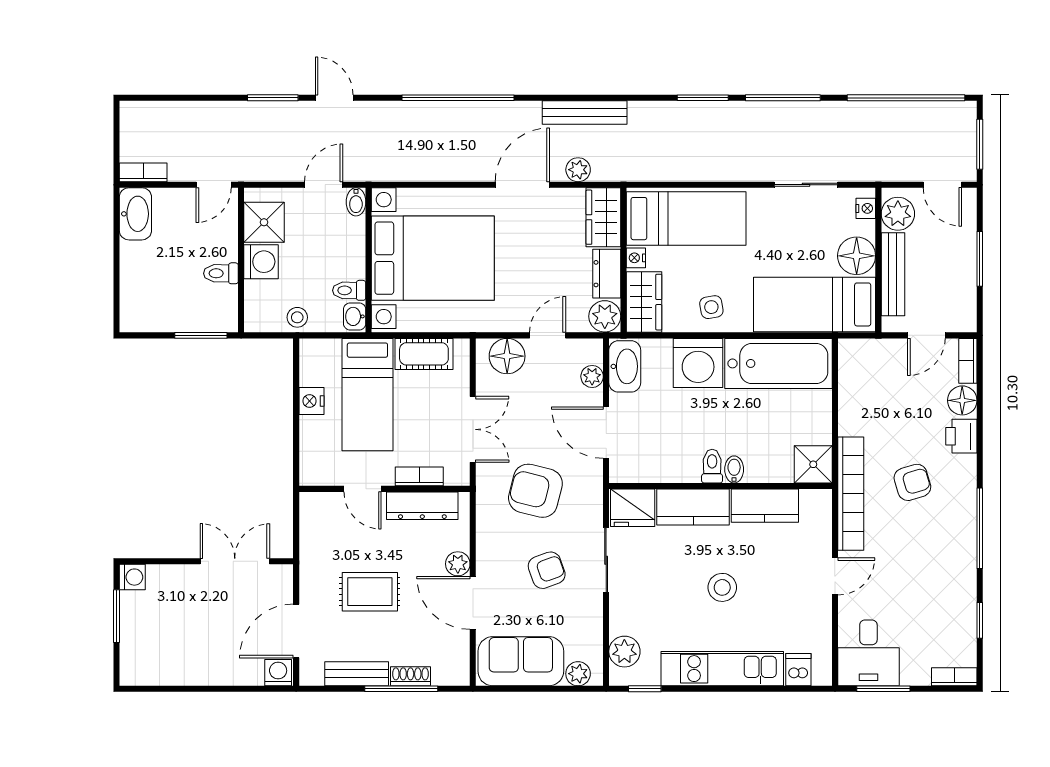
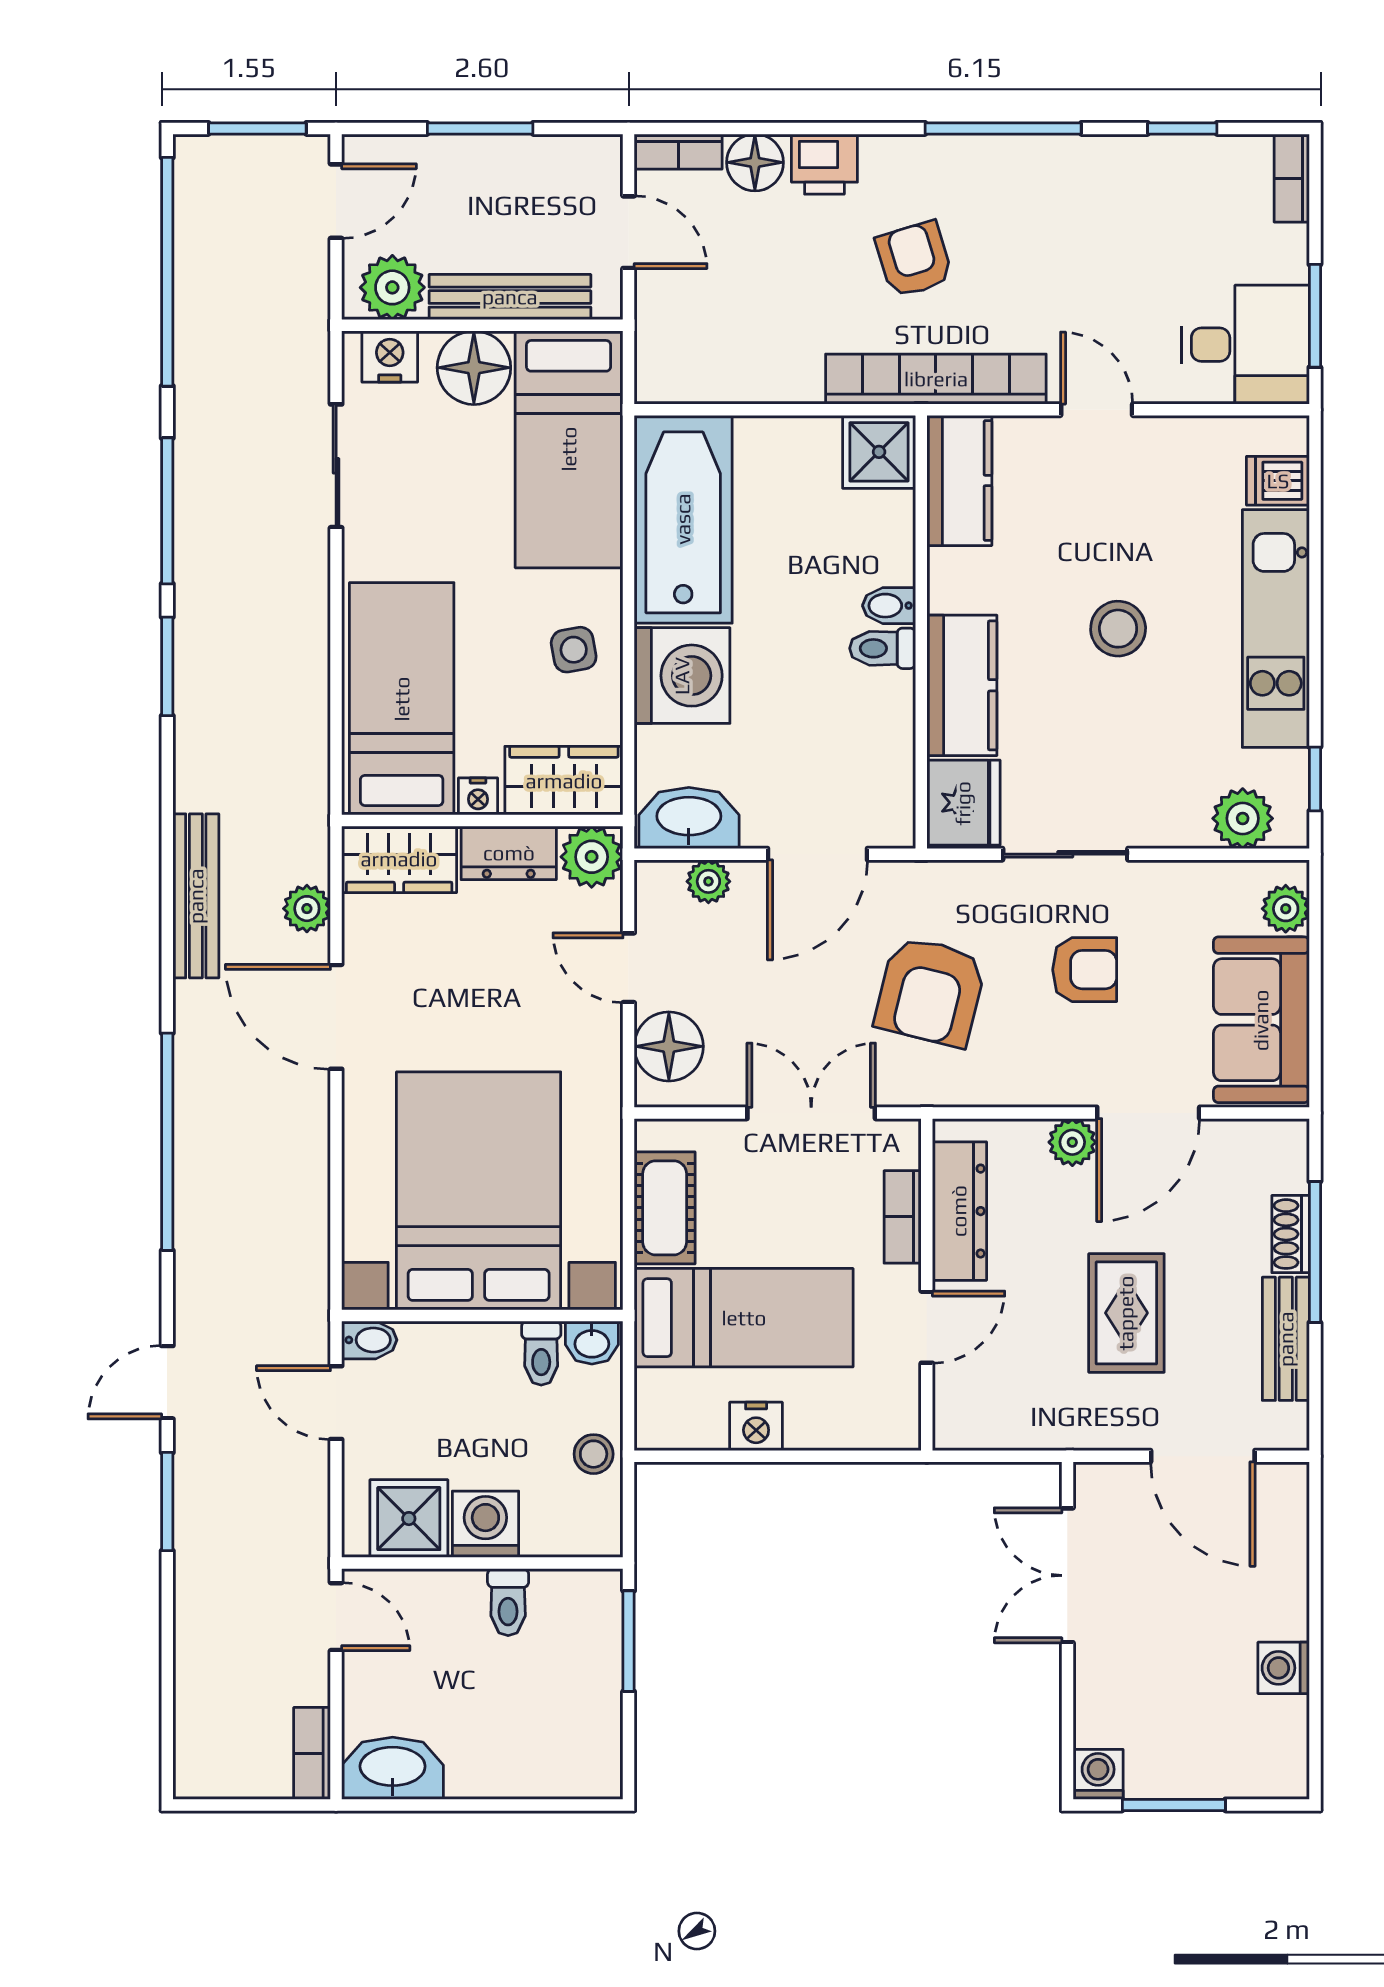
nightstand: (866, 208) -> (390, 357), width x1.39, depth x1.35
kitchen counter: (765, 506) -> (959, 480), moved
armchair: (547, 570) -> (1085, 970), turned 110
washing machine: (278, 673) -> (1284, 1668), moved

